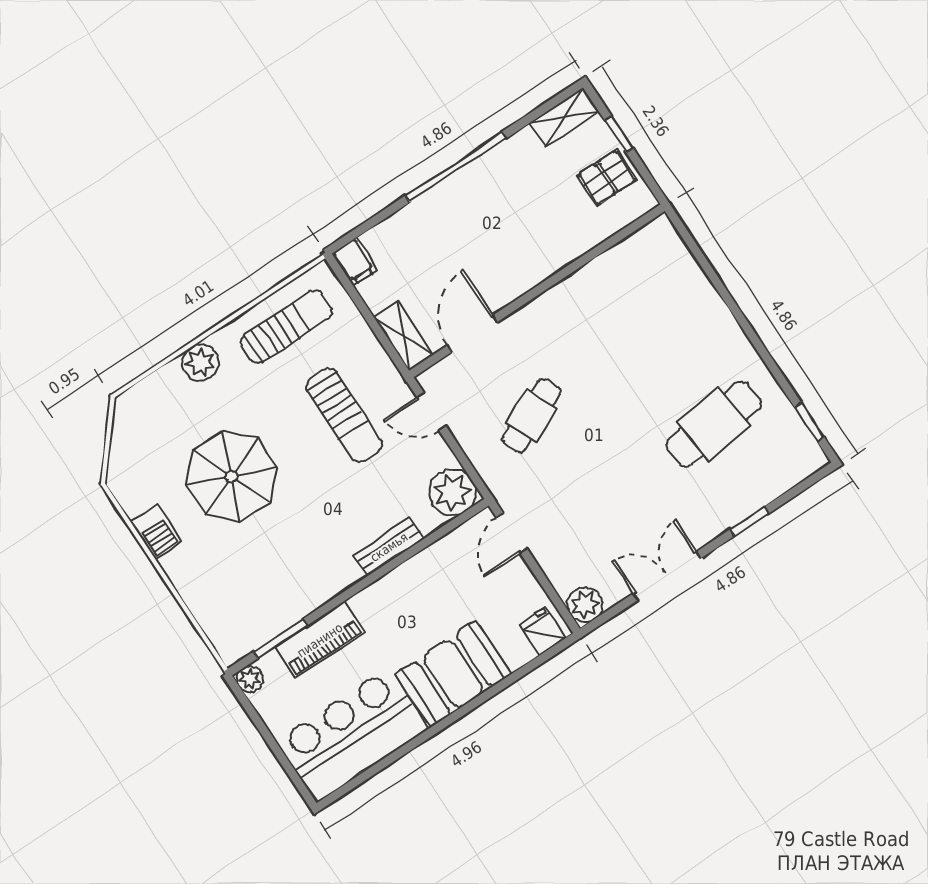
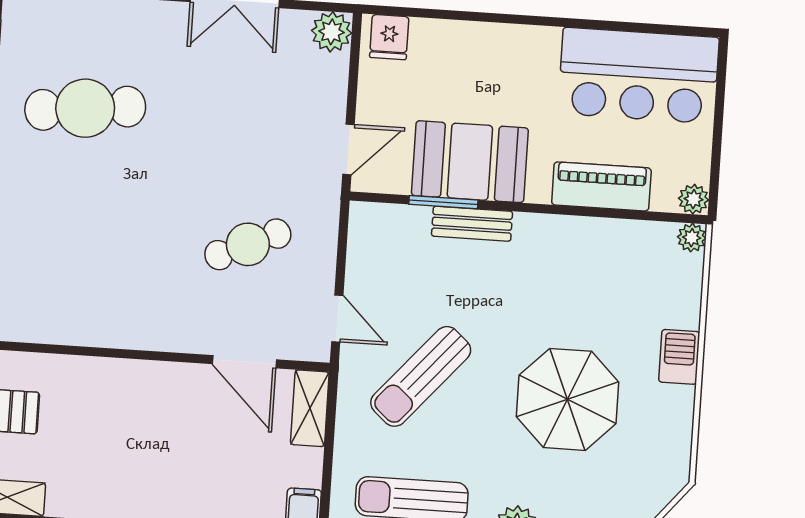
door: (473, 334) -> (244, 362), hinge flipped
sun lounger: (344, 415) -> (421, 376), turned -139
plant: (452, 492) -> (692, 238), moved, width x0.53, depth x0.53
barbecue: (156, 531) -> (679, 357), moved
window: (280, 639) -> (443, 202), moved
booth: (453, 674) -> (470, 162), moved

